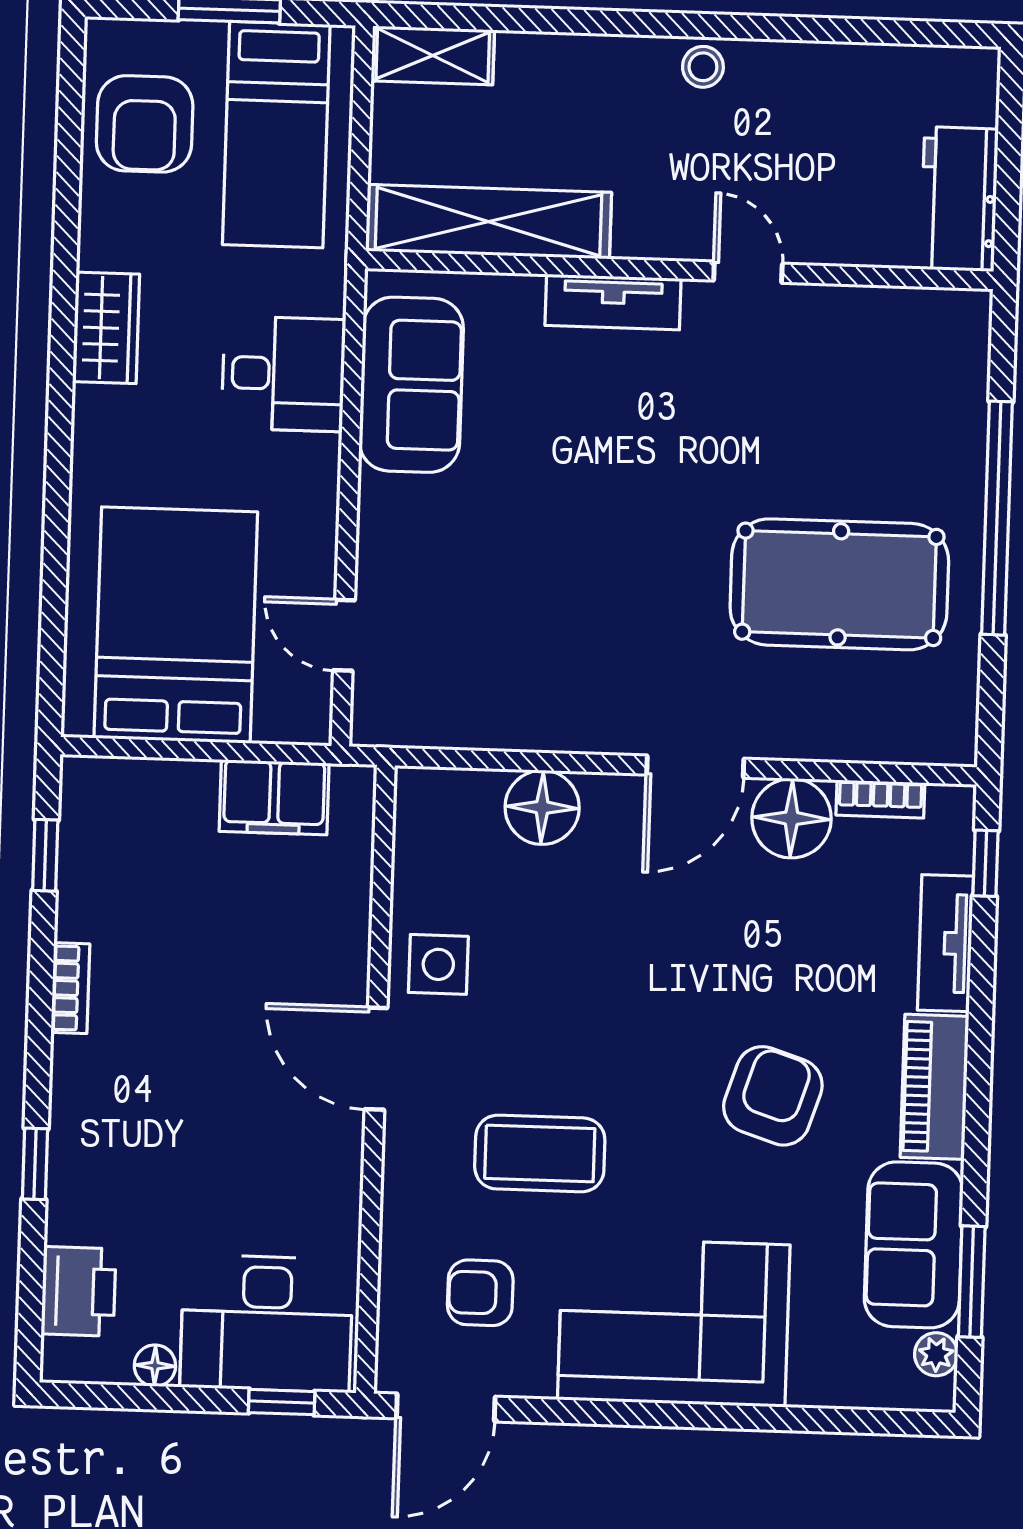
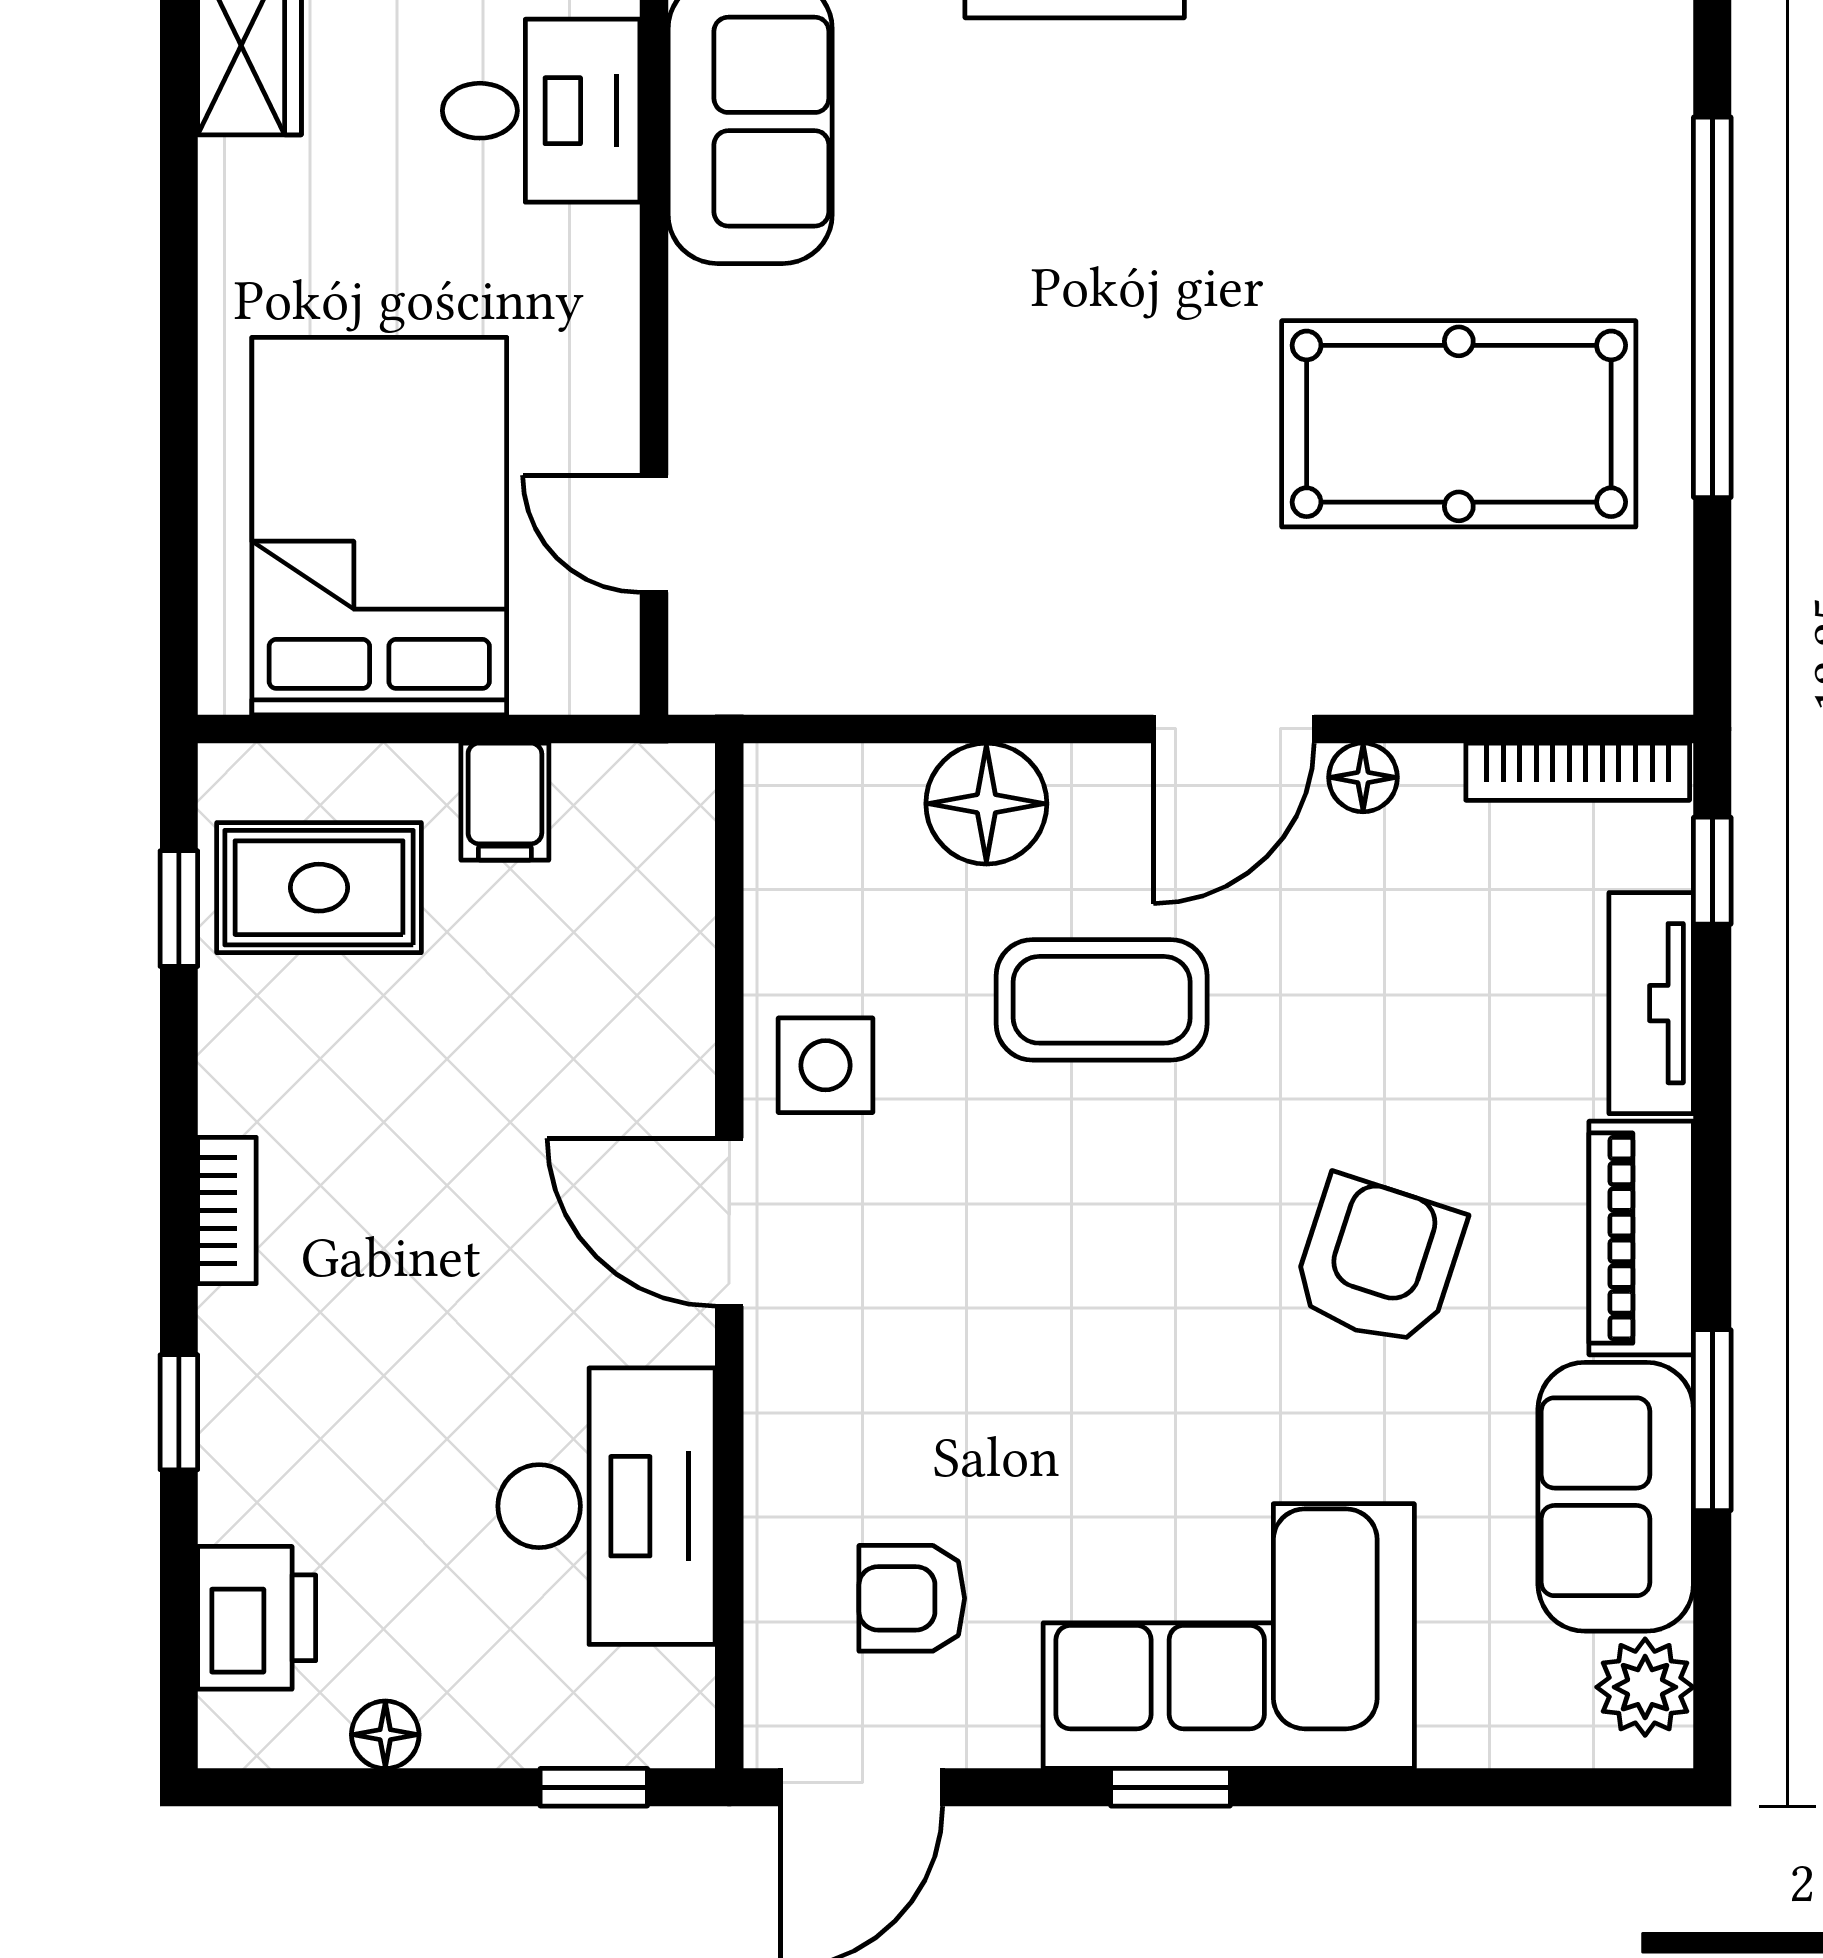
filing cabinet: (274, 797) -> (505, 802), width x0.50
bookcase: (880, 799) -> (1578, 772), width x1.56
floor lamp: (791, 818) -> (1363, 777), width x0.53, depth x0.53
rug: (132, 845) -> (319, 888), added
bookcase: (70, 988) -> (227, 1210), moved
coffee table: (540, 1153) -> (1102, 1000), moved
window: (972, 1282) -> (1712, 1420), moved
desk: (266, 1323) -> (606, 1506), moved, turned -90
plant: (936, 1354) -> (1645, 1687), width x1.38, depth x1.38
window: (635, 1414) -> (1171, 1787), added

